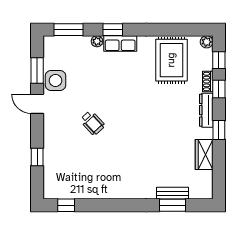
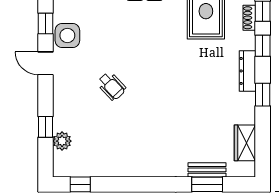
window: (37, 71) -> (46, 24), width x0.67
shoe rack: (208, 82) -> (249, 18), moved
wardrobe: (204, 155) -> (245, 143), moved
plant: (51, 169) -> (62, 141), added

